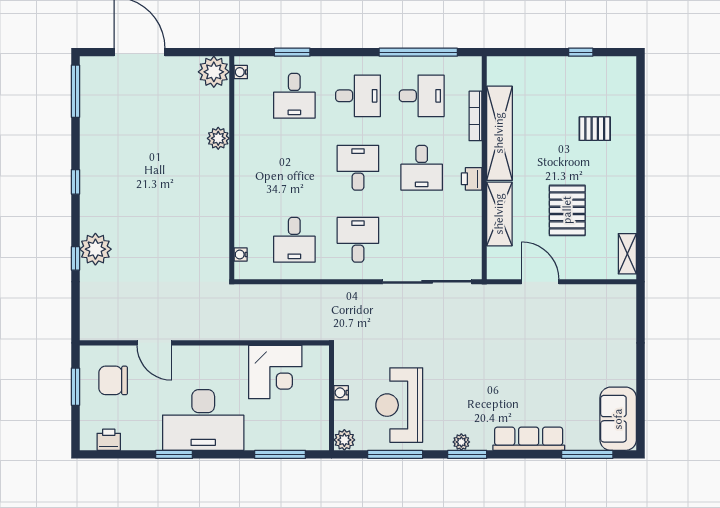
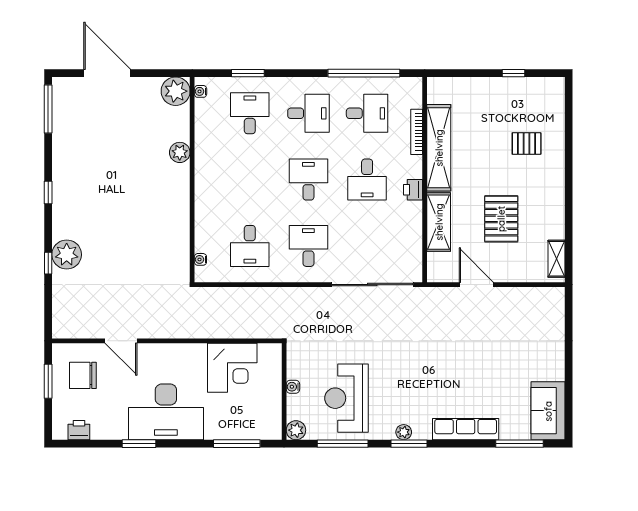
desk: (294, 96) -> (250, 113), turned 180

